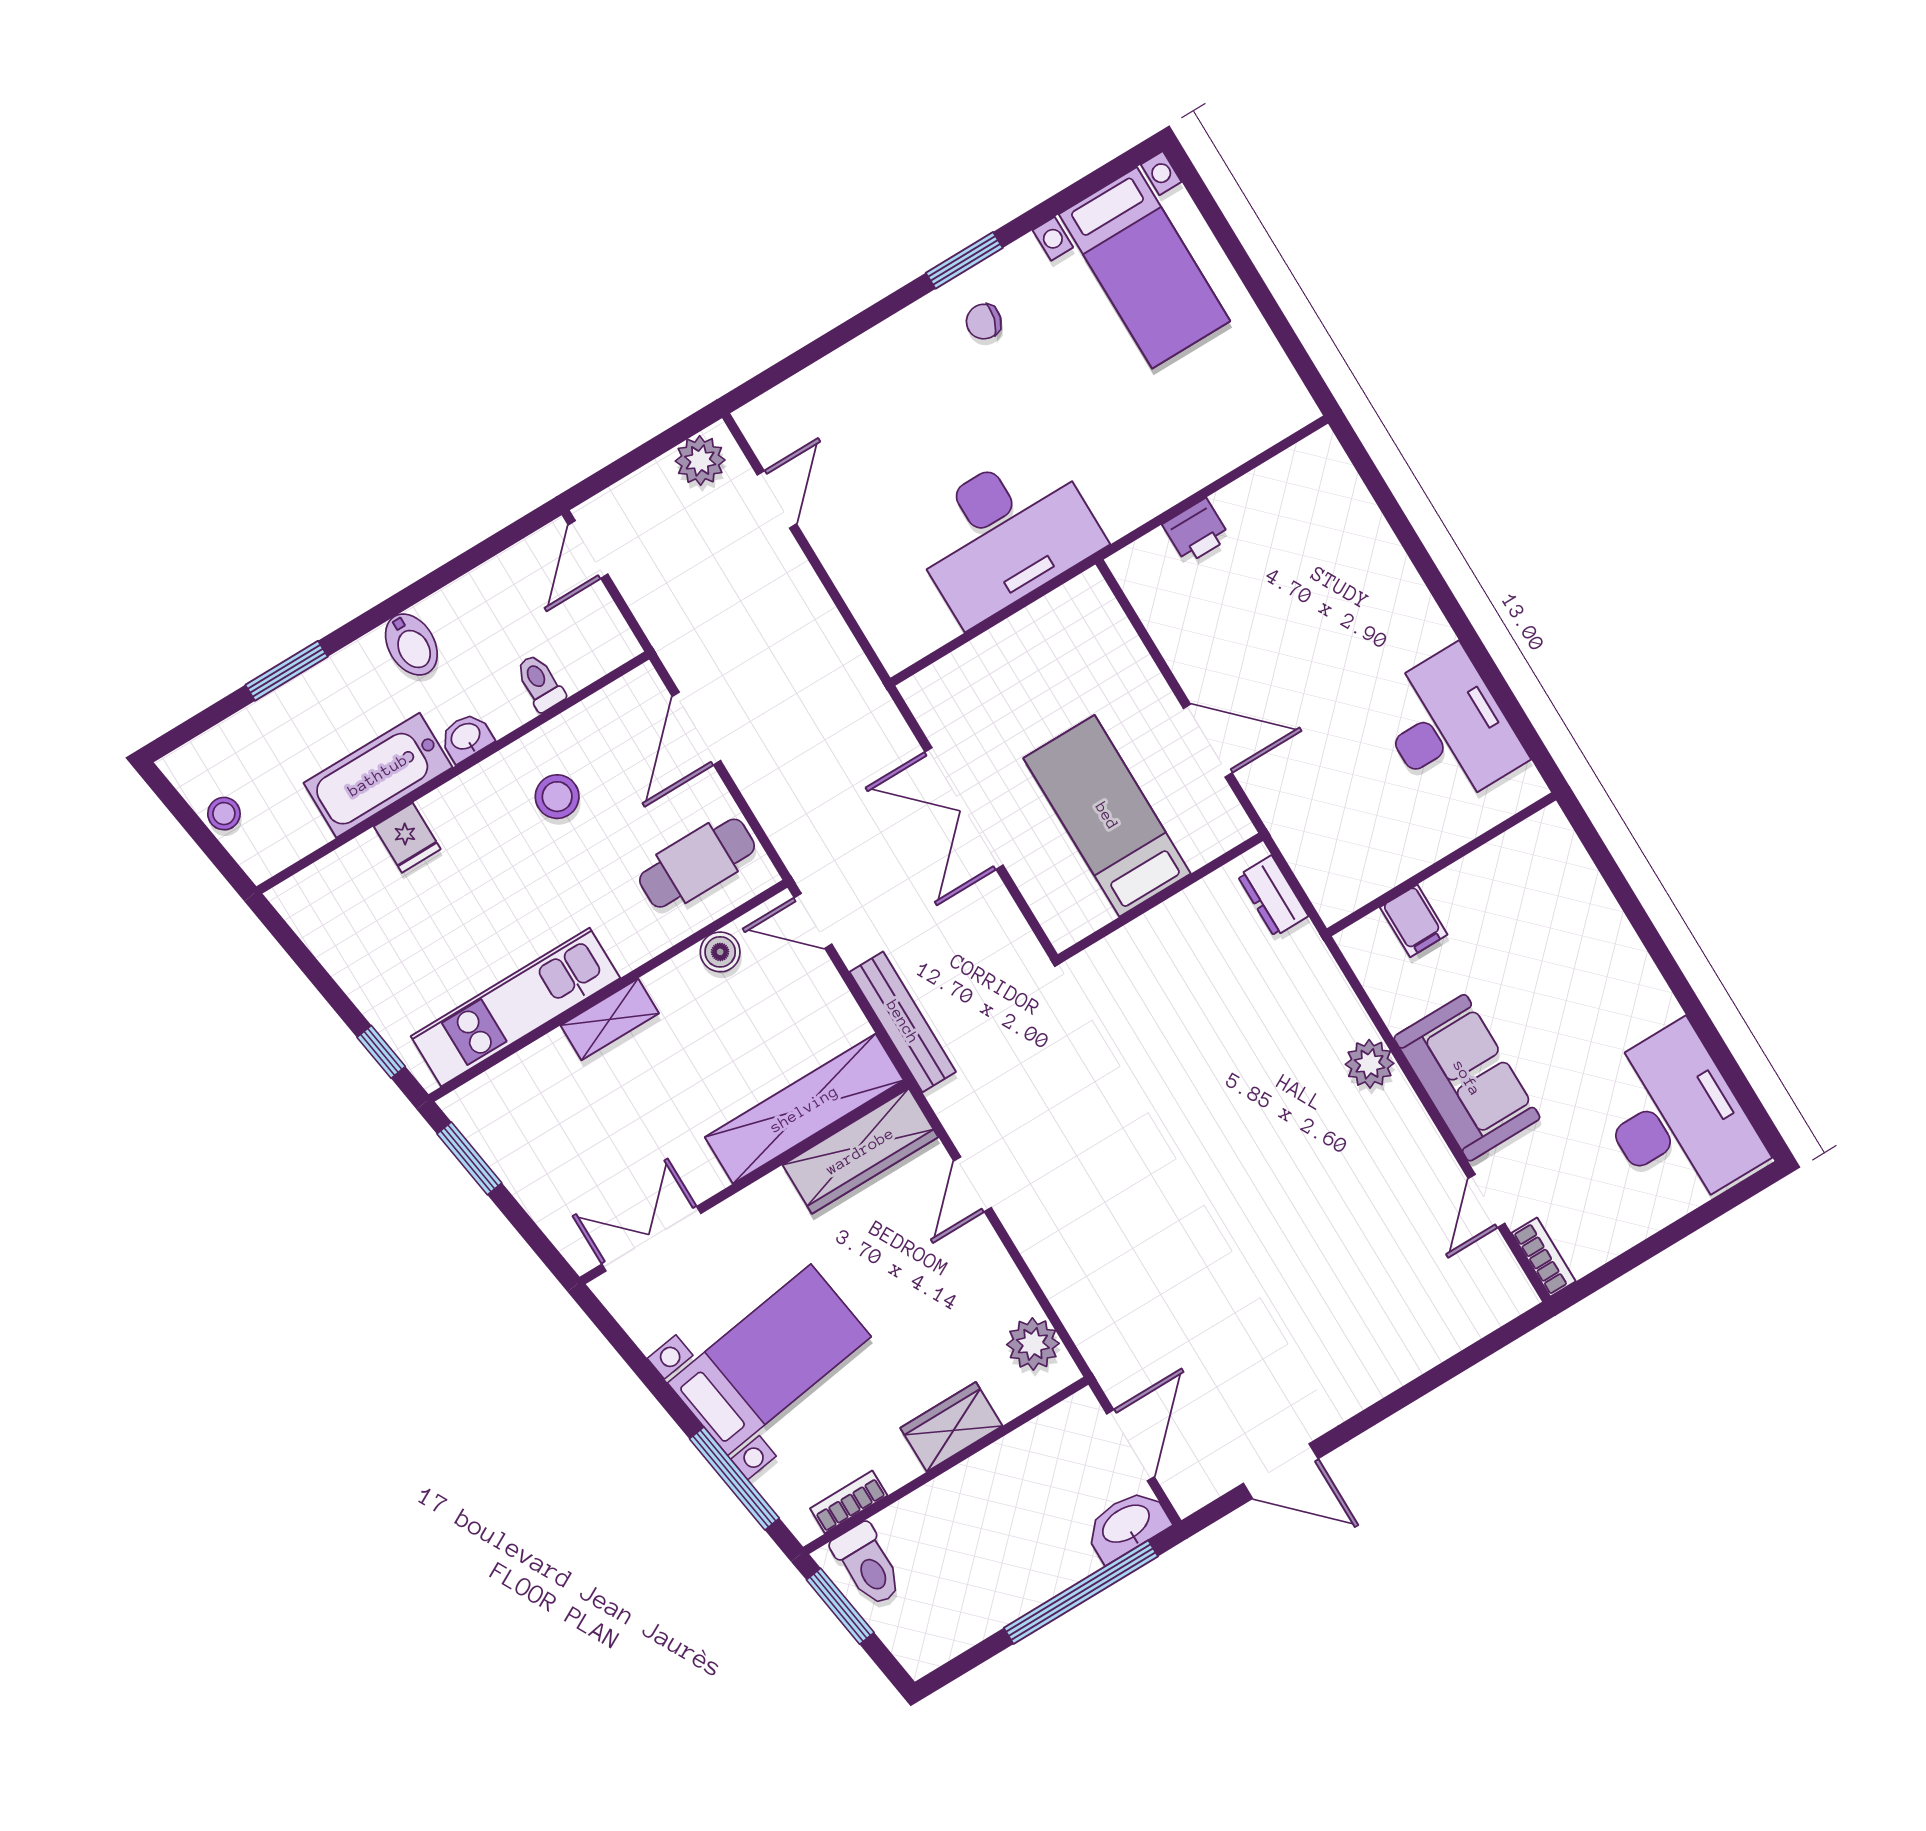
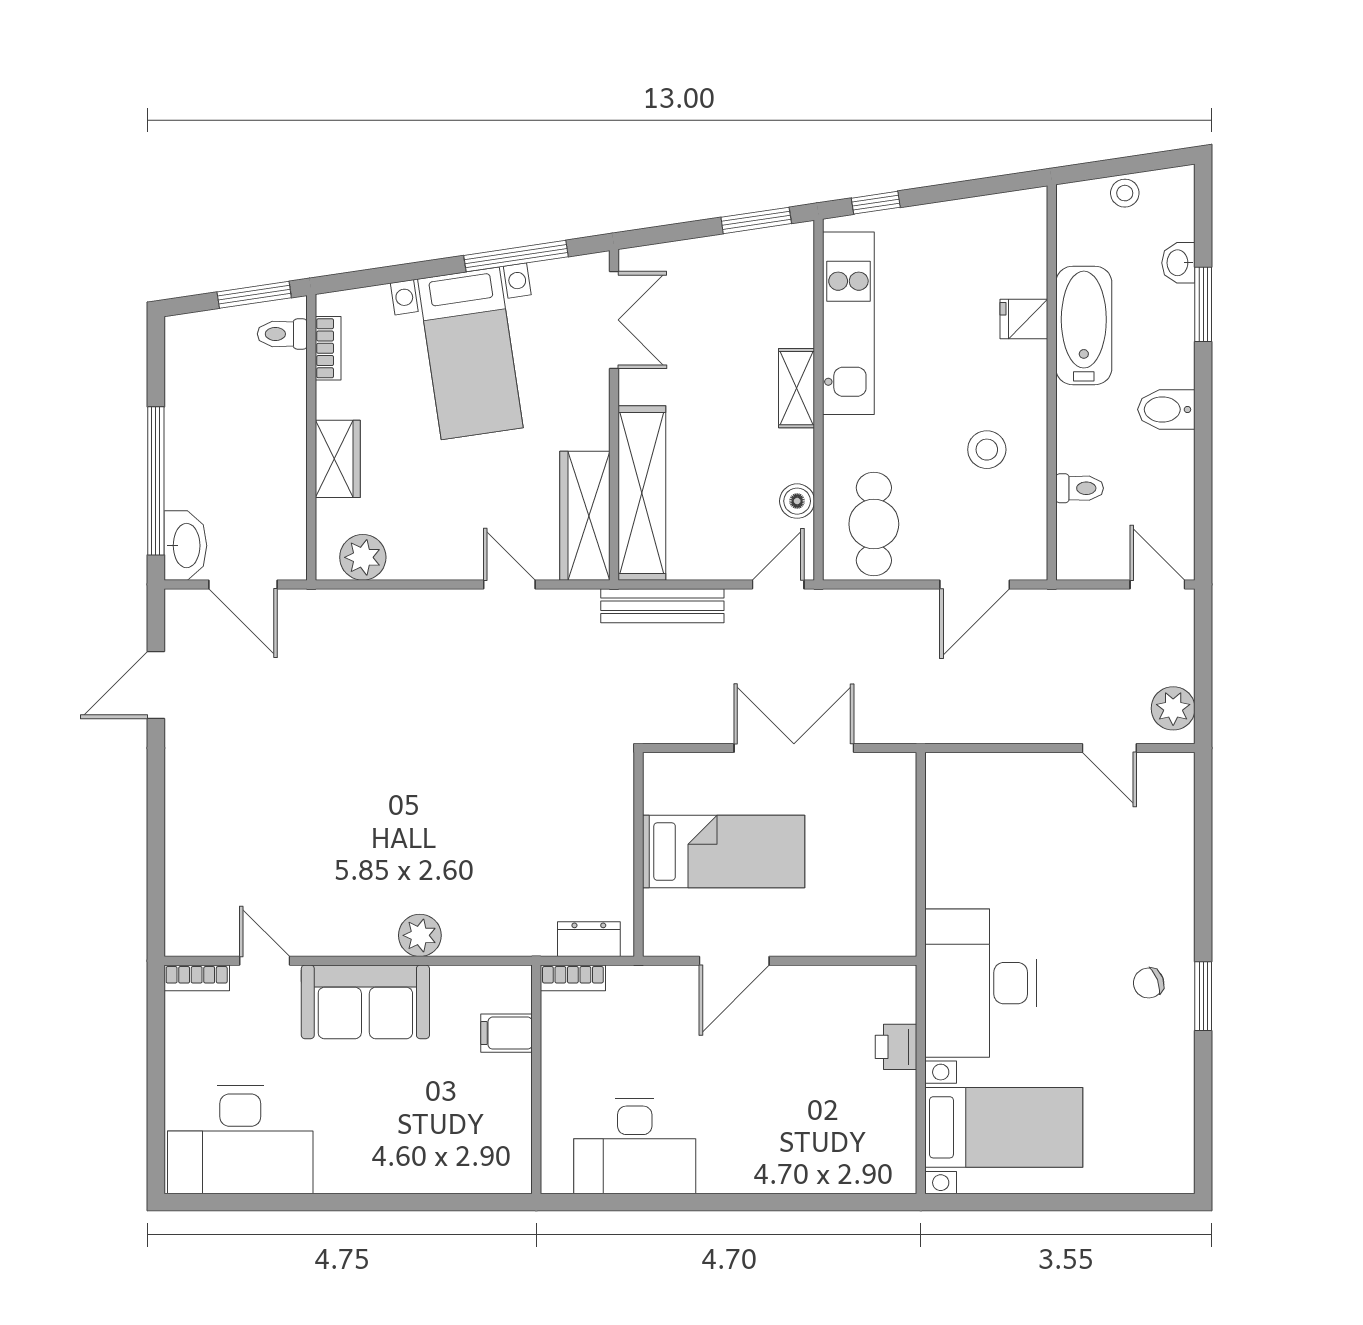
bed with nightstands: (1144, 268) -> (1004, 1127), moved, turned 180
chair: (984, 322) -> (1149, 983), turned -127
desk: (1005, 534) -> (981, 983), moved
door: (696, 728) -> (975, 584), swing flipped
washbasin: (466, 737) -> (1178, 263), moved, turned 180
bookcase: (1320, 889) -> (573, 978), added
window: (734, 1478) -> (516, 256), moved
toilet: (868, 1565) -> (282, 334), width x0.73, depth x0.72

